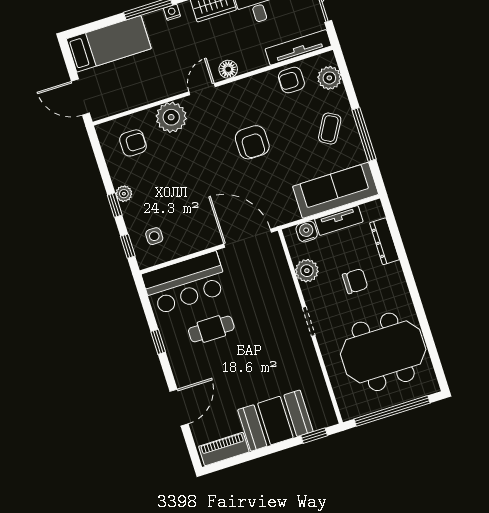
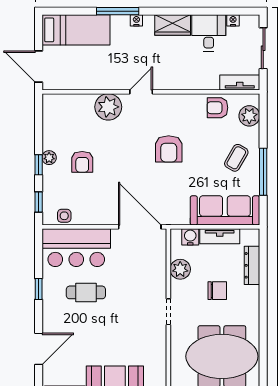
tv unit: (298, 47) -> (240, 82), width x0.71
floor lamp: (228, 69) -> (168, 82), removed
armchair: (133, 143) -> (82, 162), moved, turned 90
side table: (154, 236) -> (64, 216), moved

